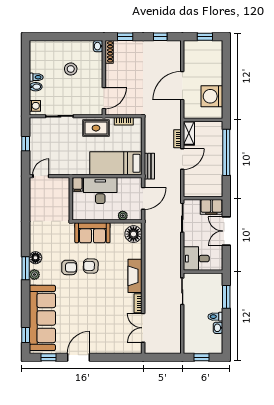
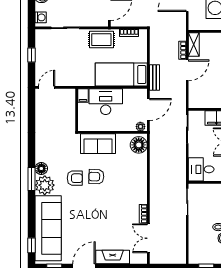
plant: (123, 216) -> (140, 127), moved
plant: (34, 275) -> (45, 185), width x1.88, depth x1.88
fireplace: (135, 276) -> (113, 257), moved, turned 90

